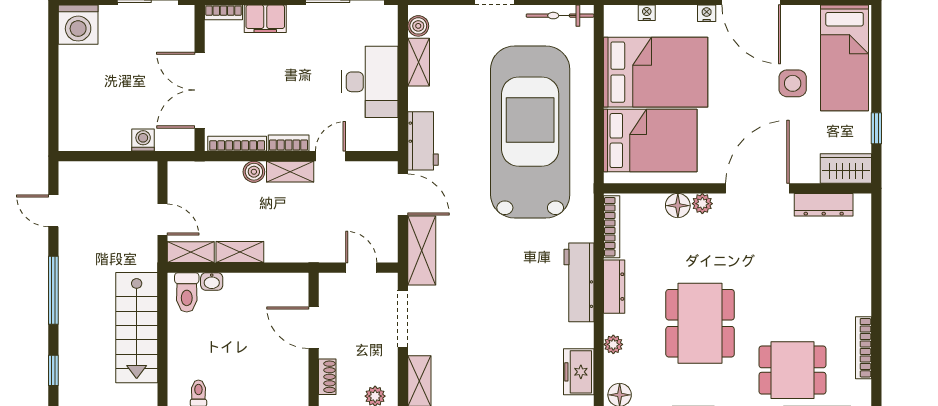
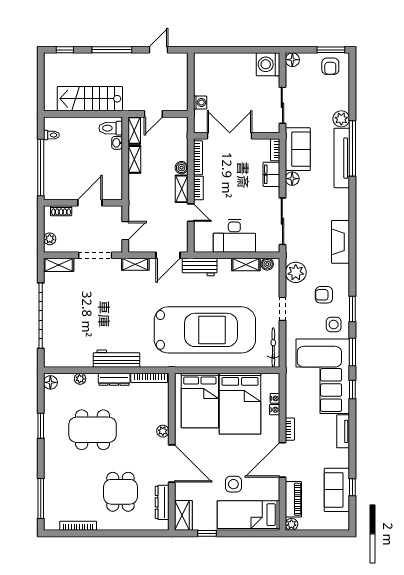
nightstand: (707, 13) -> (275, 410), moved
floor lamp: (678, 206) -> (162, 417), removed
shelving: (422, 251) -> (135, 264), width x0.67, depth x0.75
dining table: (792, 370) -> (120, 492), moved
freezer: (579, 372) -> (64, 358), removed

